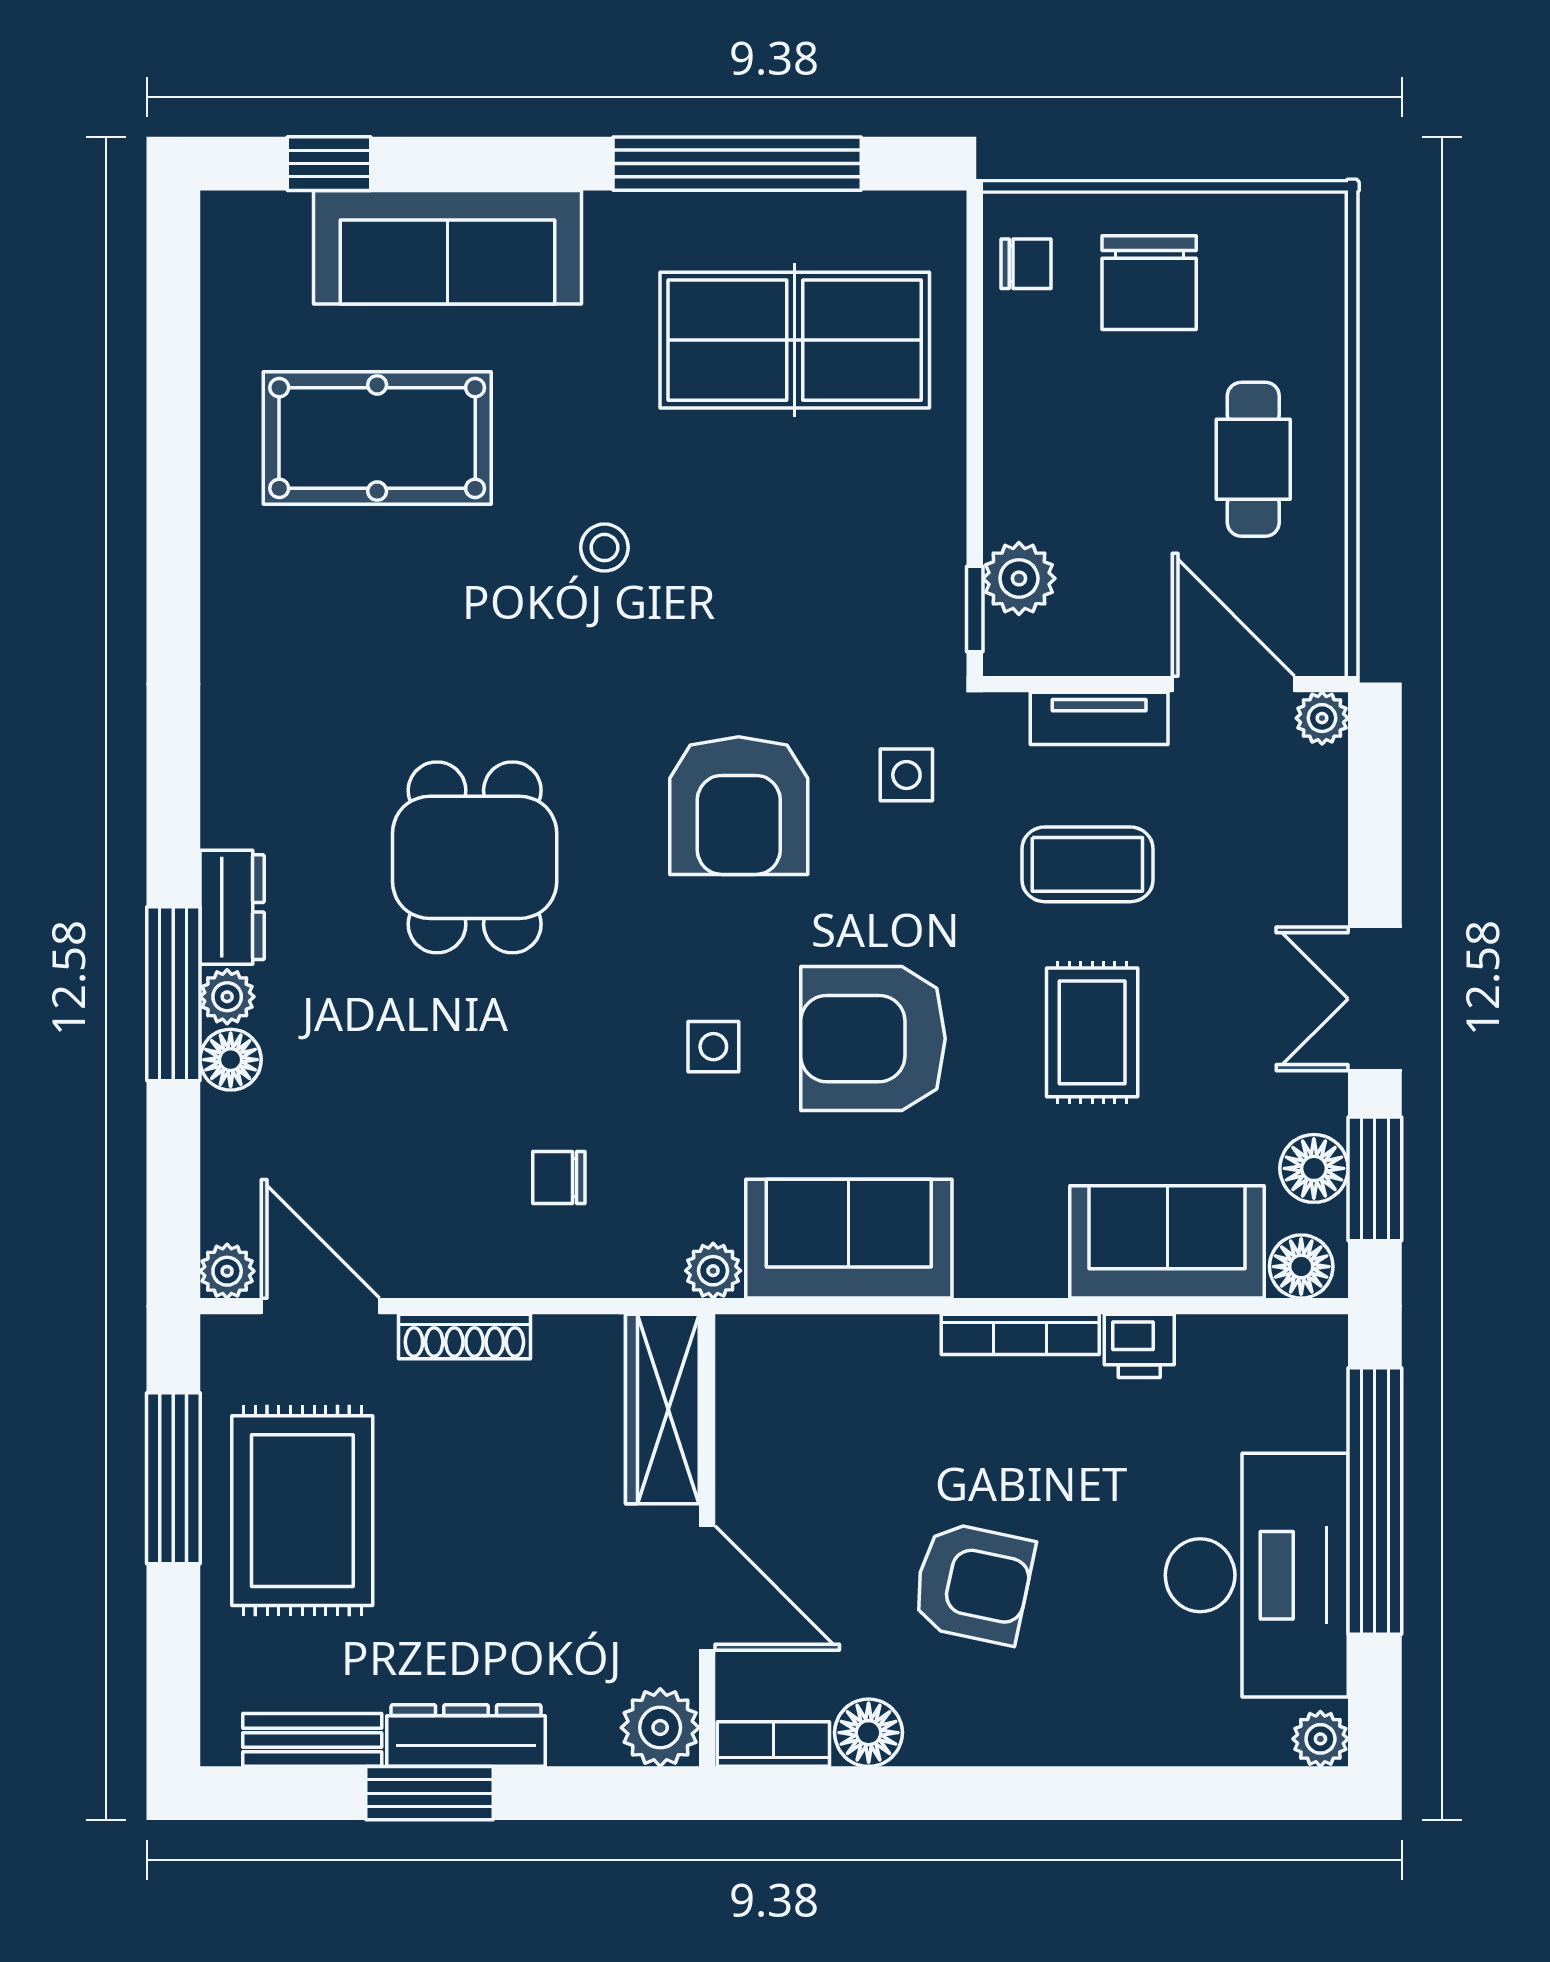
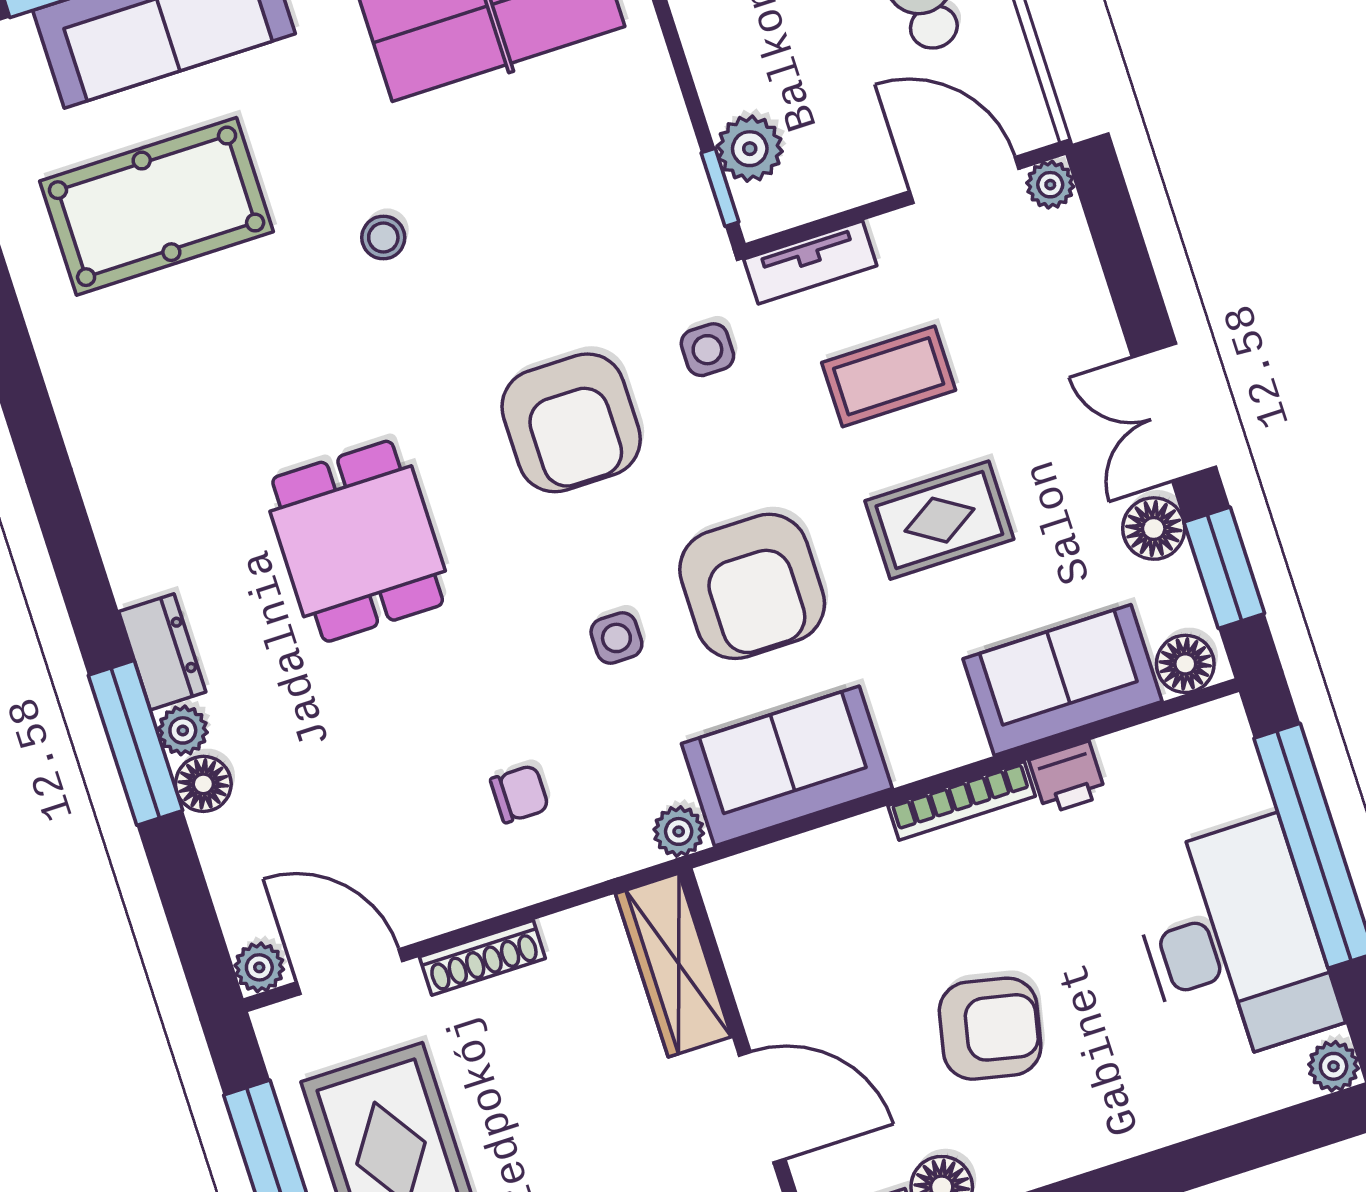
tv unit: (1099, 718) -> (810, 262), moved
rug: (1092, 1032) -> (939, 520), turned 90
armchair: (873, 1039) -> (752, 586), turned -90
floor lamp: (1314, 1168) -> (1154, 529), moved
chair: (559, 1177) -> (520, 794), turned 180

